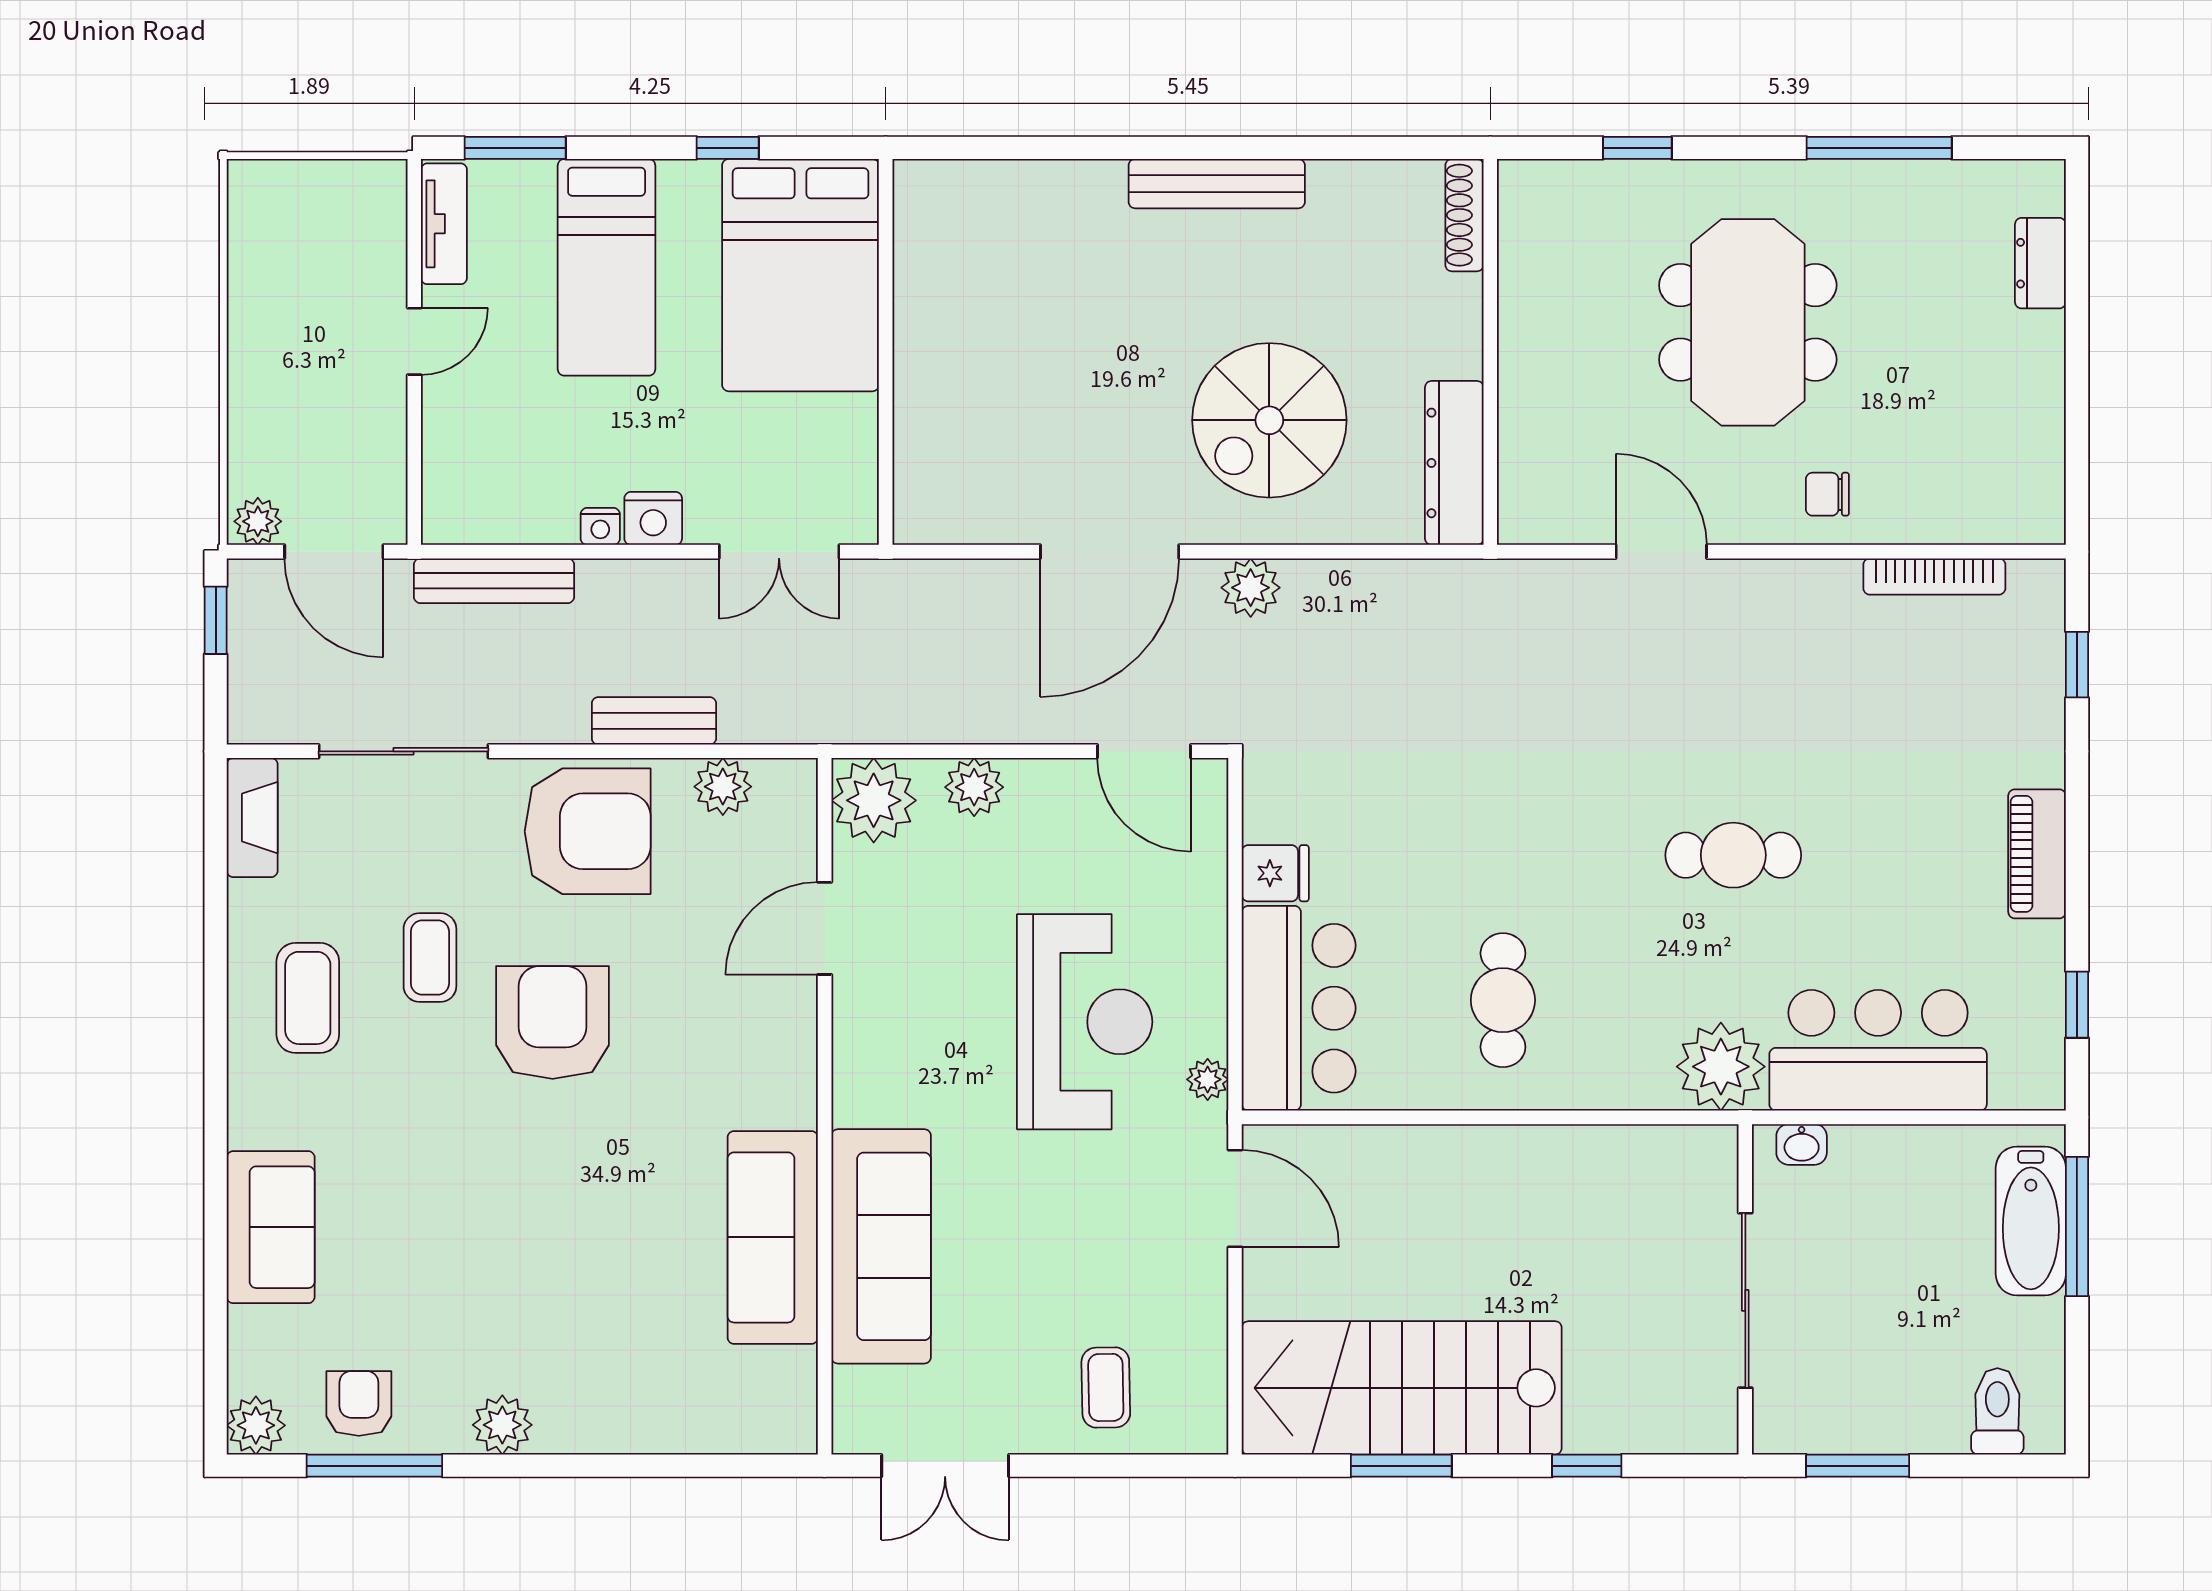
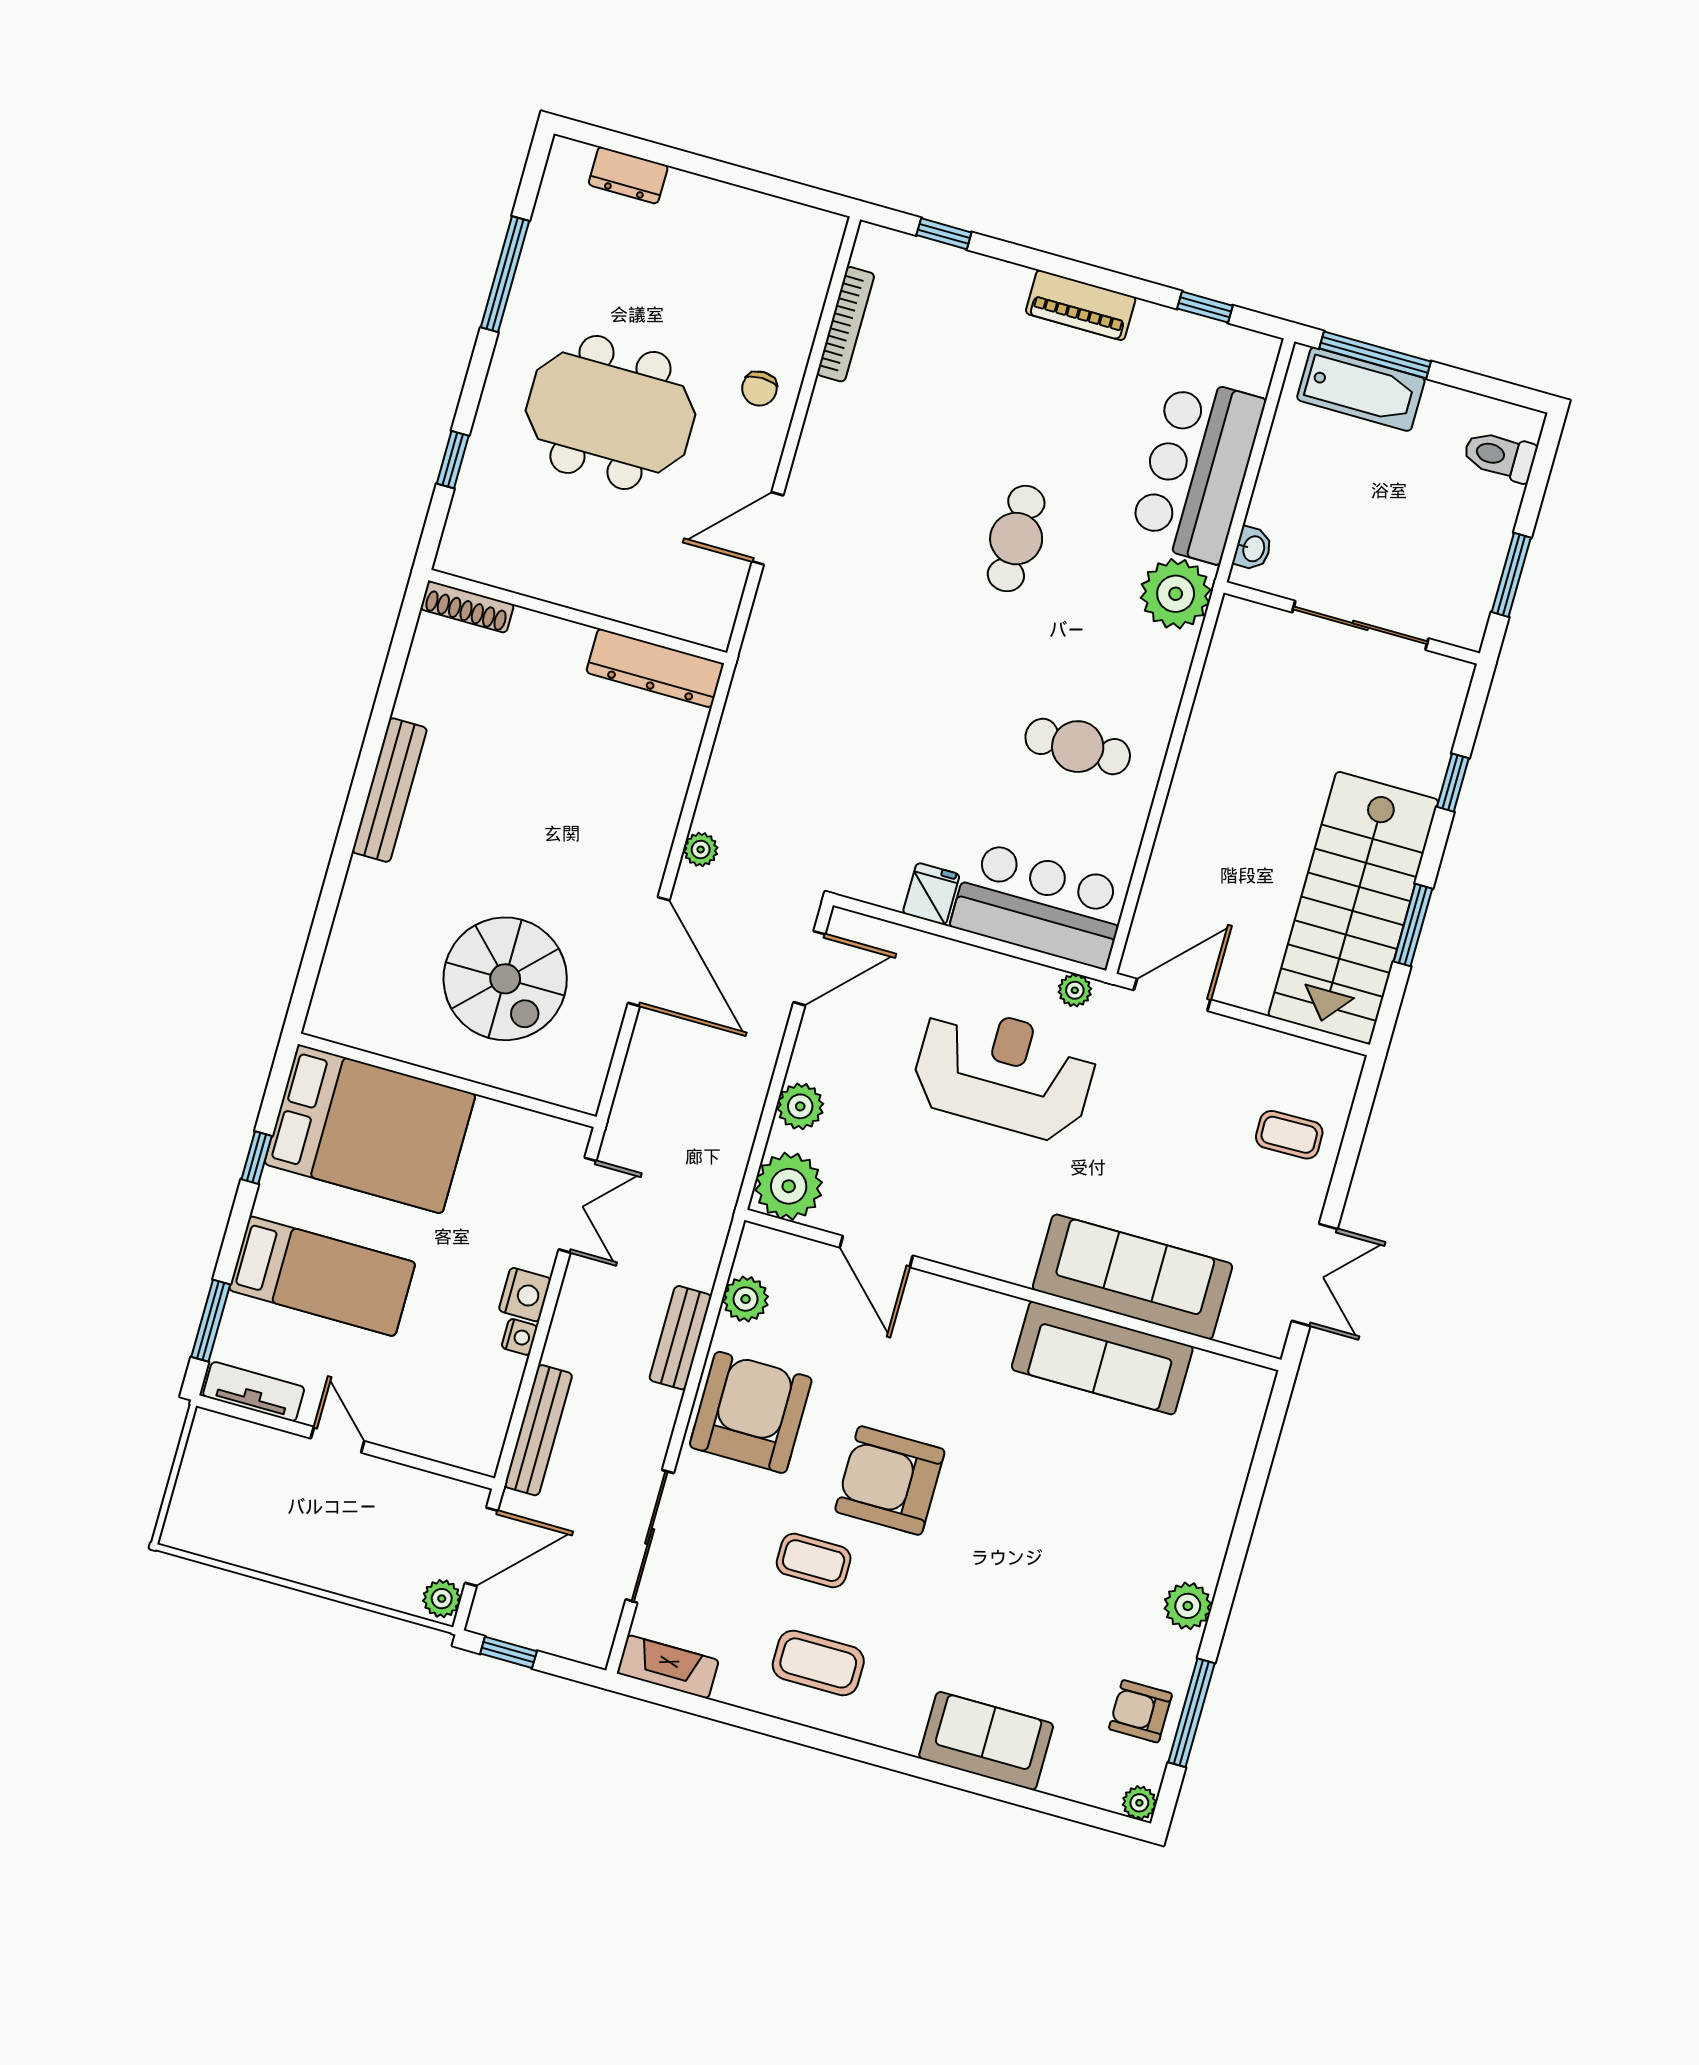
spiral stairs: (1269, 420) -> (505, 979), moved
plant: (1251, 588) -> (701, 850), width x0.73, depth x0.73
plant: (256, 1425) -> (1139, 1803), width x0.73, depth x0.73

